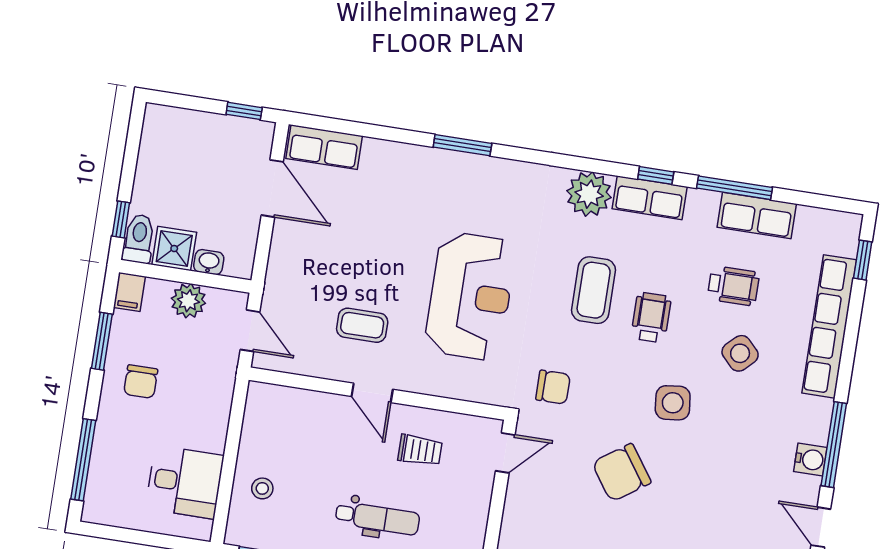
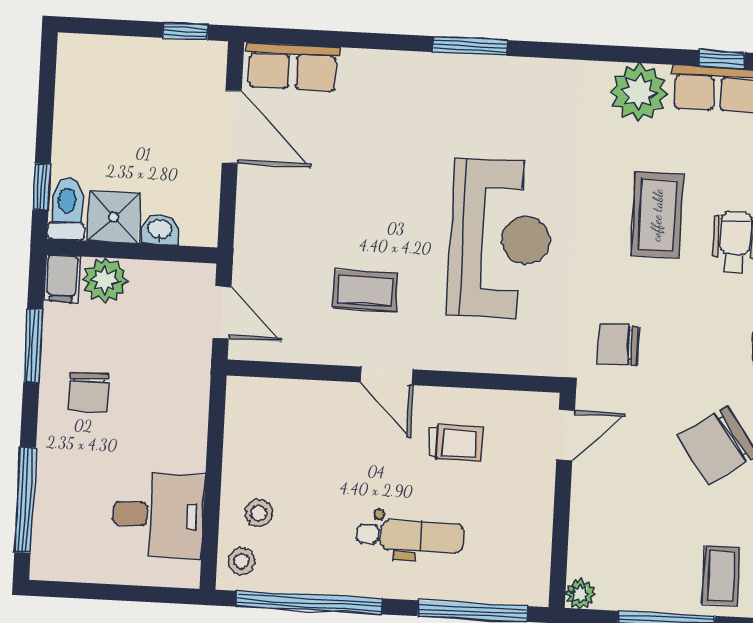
plant: (188, 301) -> (105, 280), moved
chair: (553, 387) -> (618, 345), turned 180
stool: (245, 524) -> (242, 561), added

